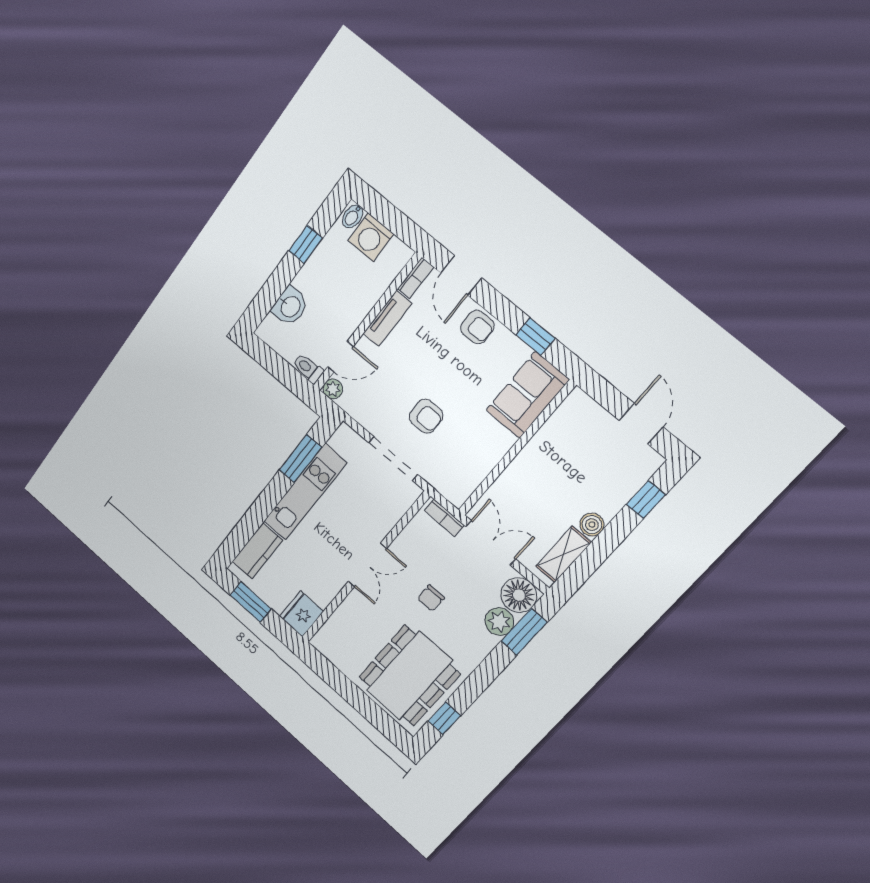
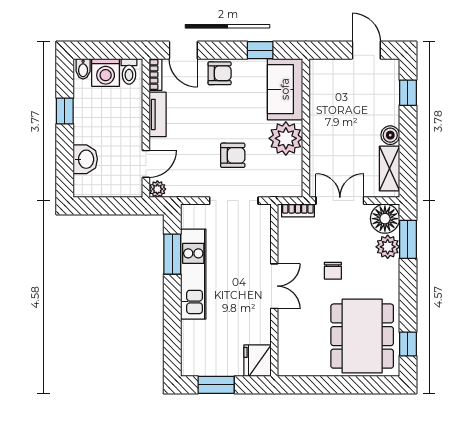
toilet: (308, 368) -> (129, 71), moved, turned -90
plant: (489, 443) -> (286, 138), added
kitchen counter: (257, 551) -> (192, 344), removed

